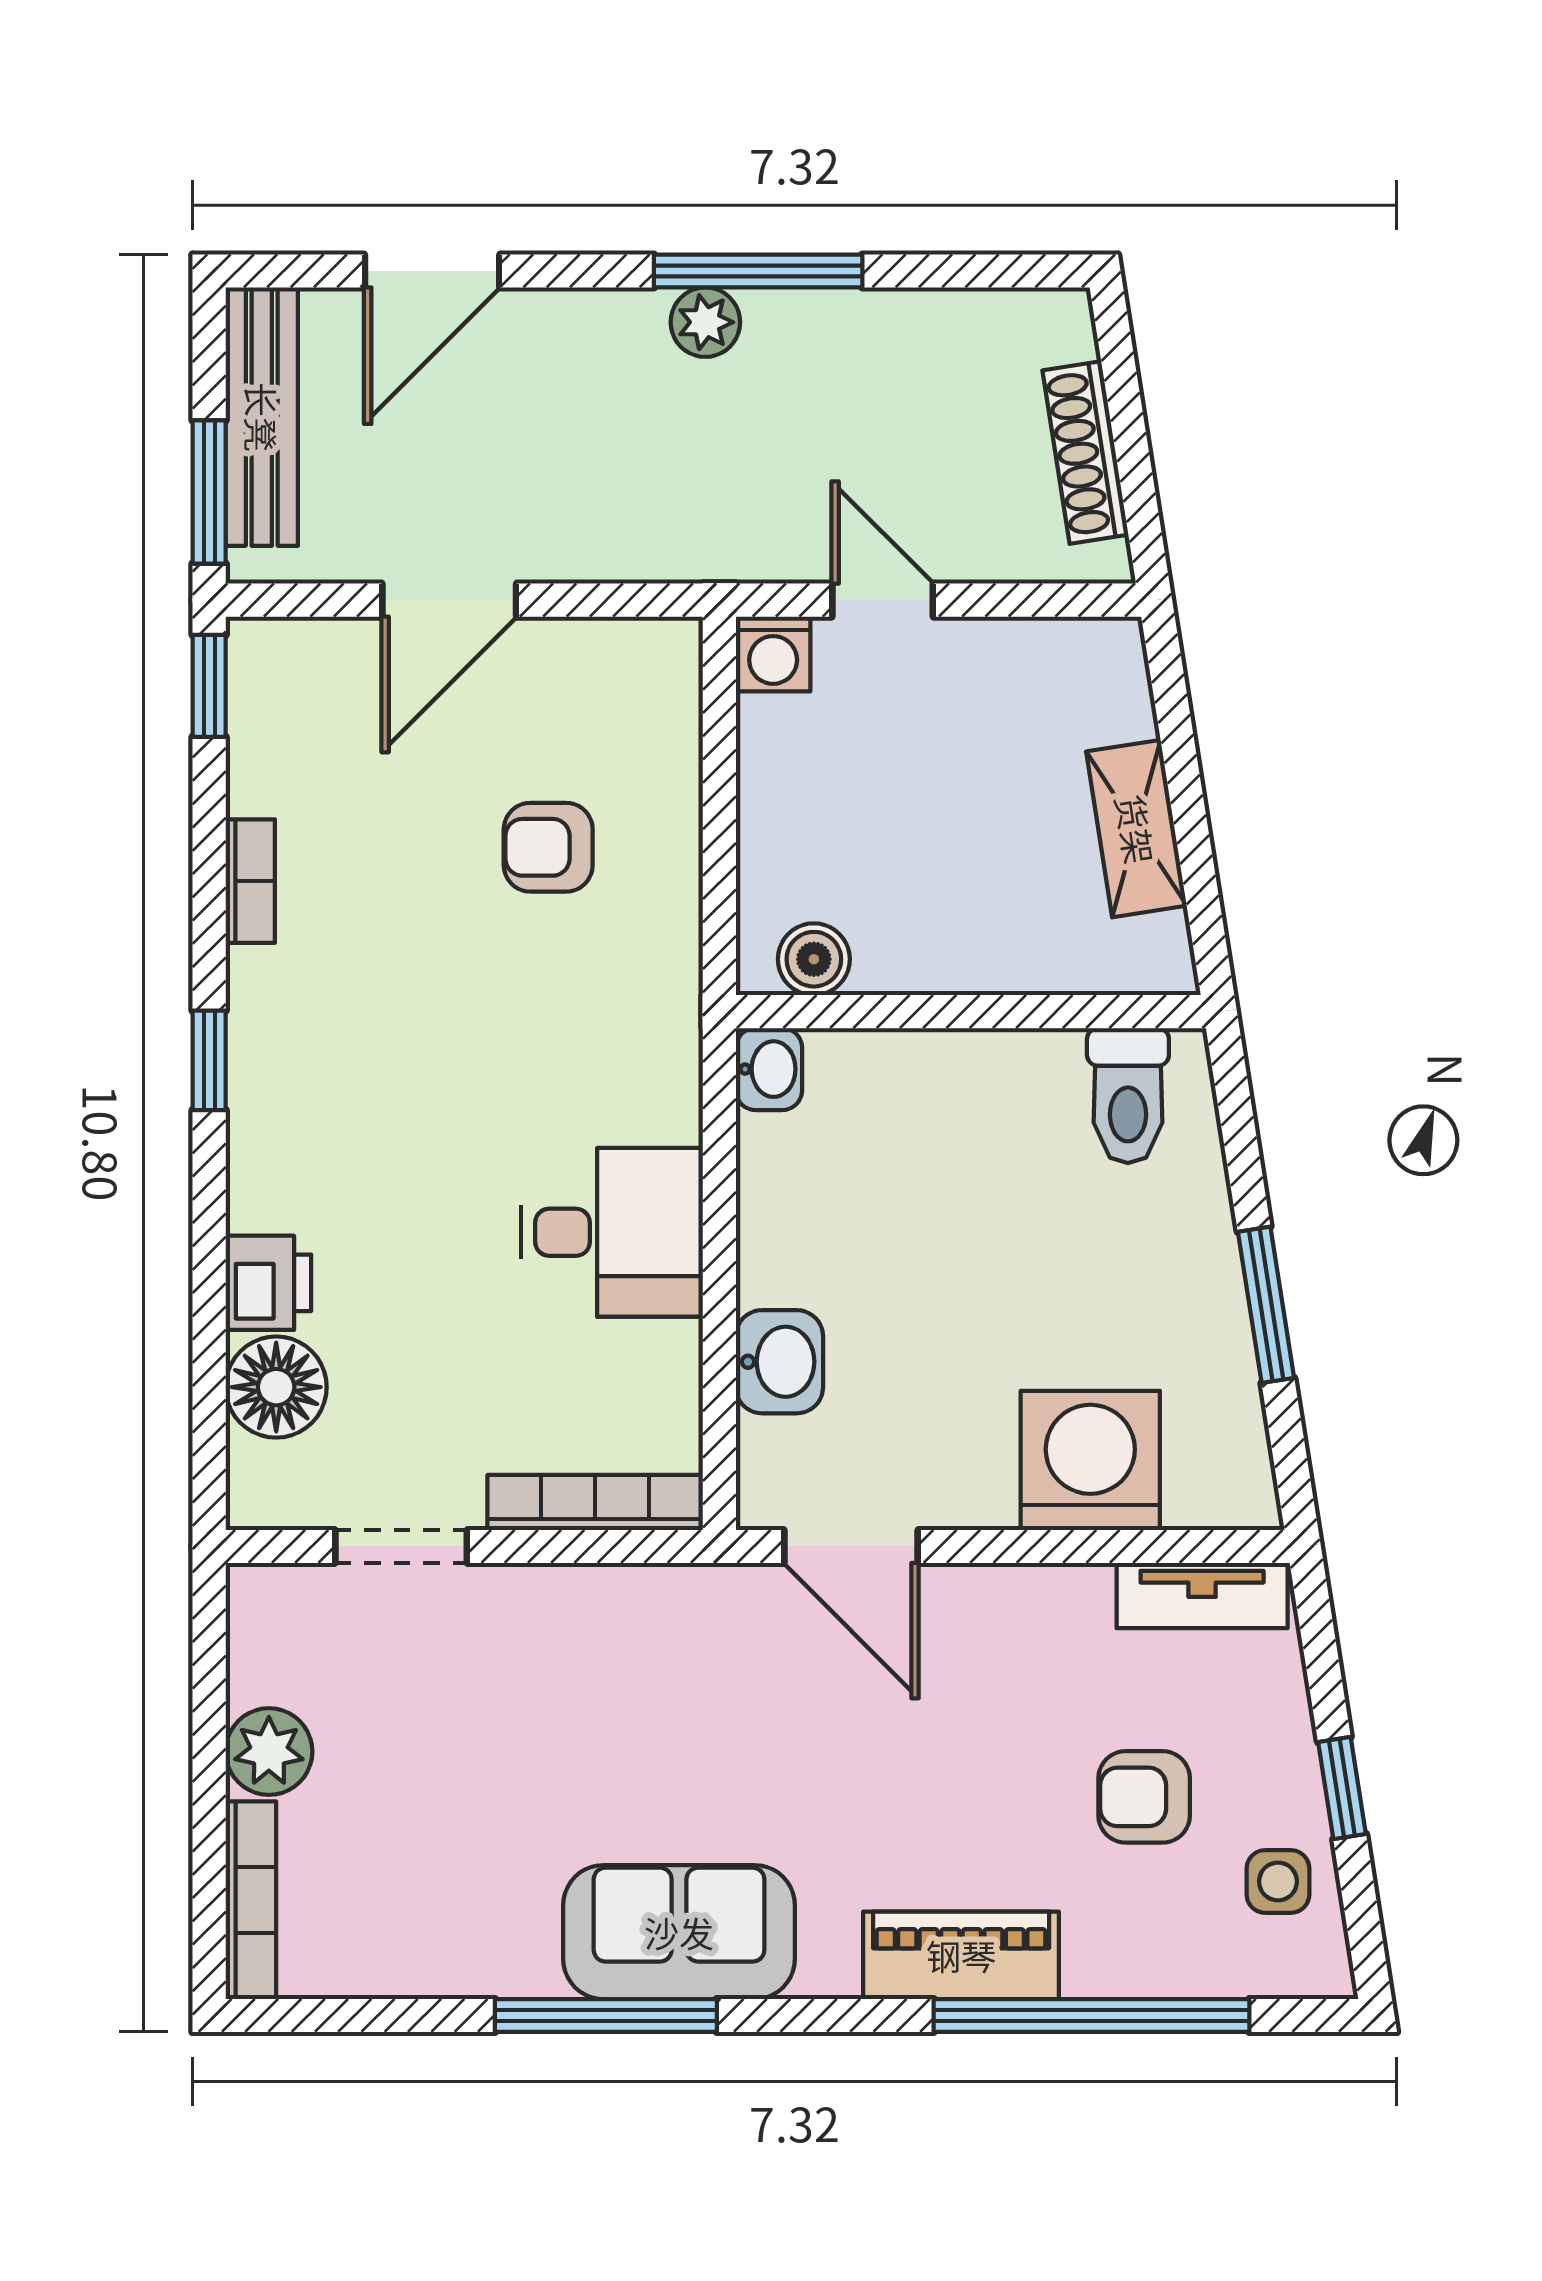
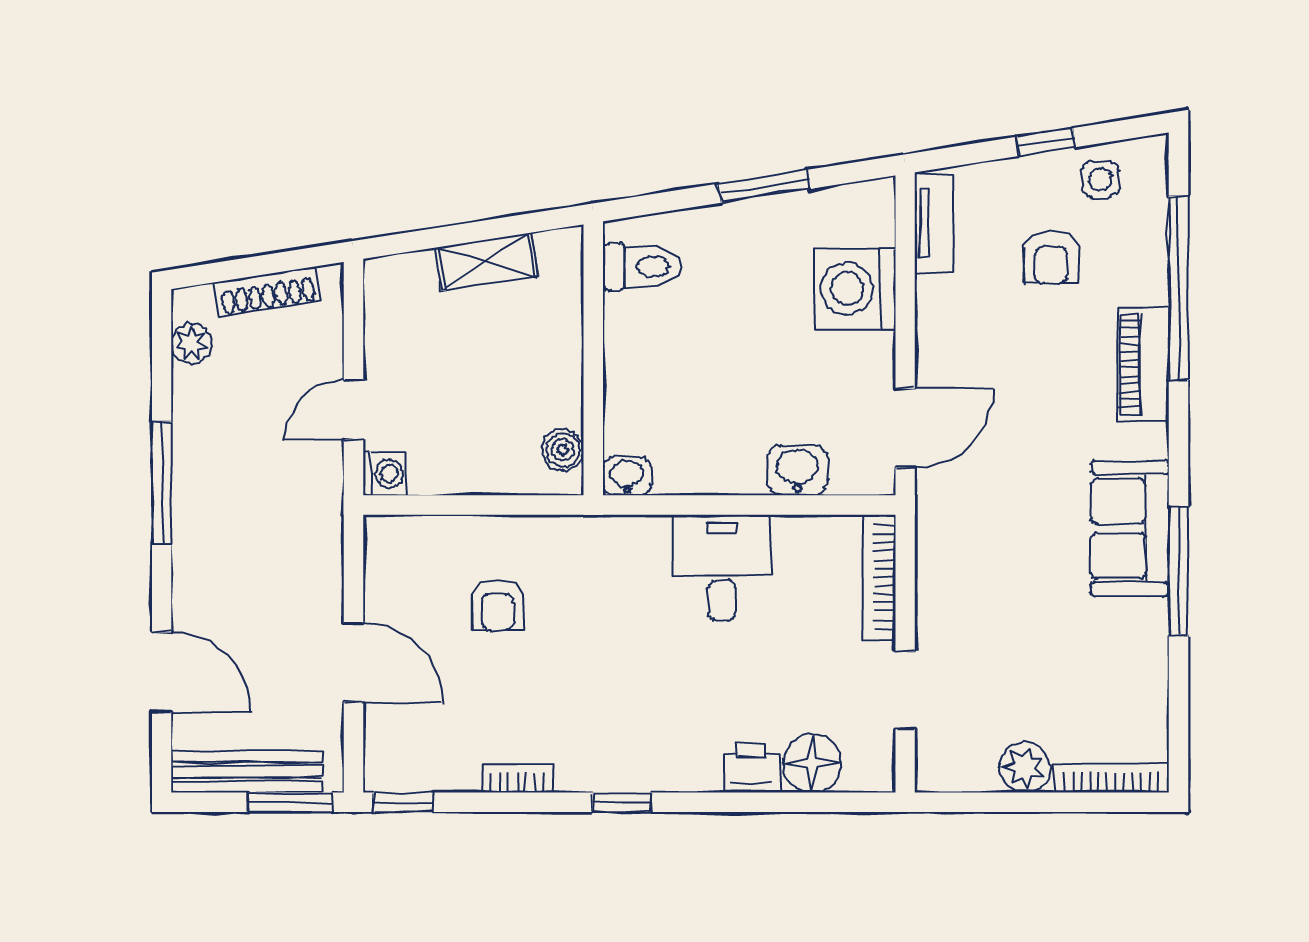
plant: (705, 322) -> (191, 343), moved

